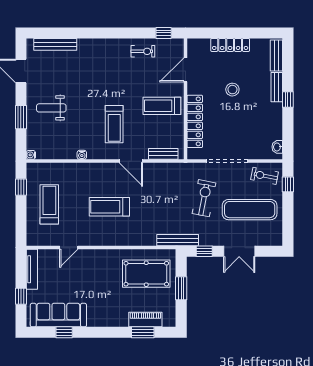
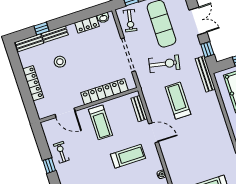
window: (164, 33) -> (49, 166), moved
stool: (232, 90) -> (60, 62), moved
window: (288, 99) -> (41, 29), moved
locker: (276, 126) -> (87, 25), added
door: (131, 161) -> (154, 133), hinge flipped
exercise bike: (204, 198) -> (164, 64), turned 180
treadmill: (109, 207) -> (178, 101), moved, turned 180

